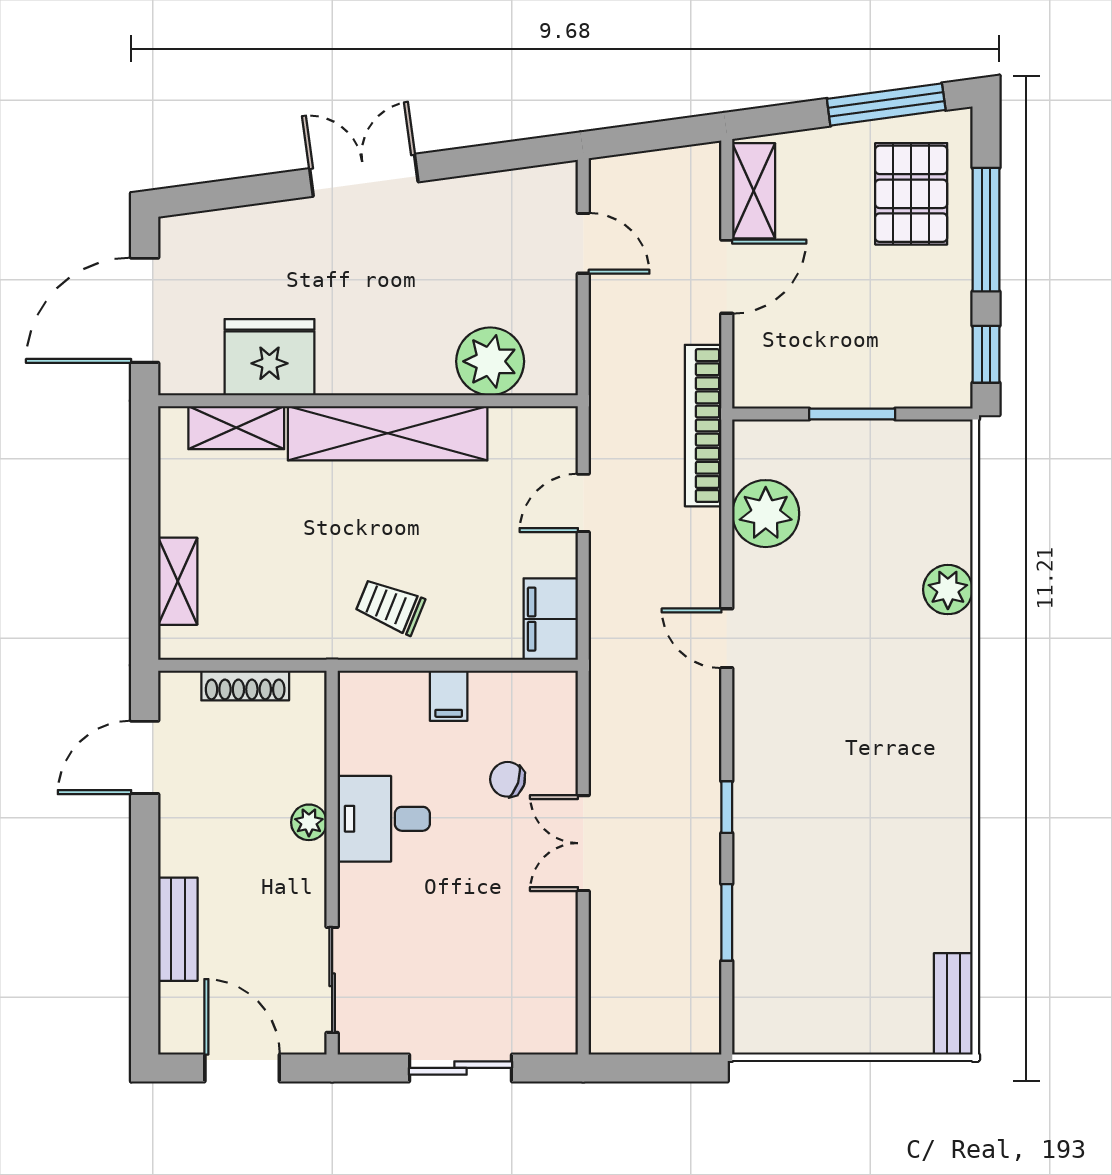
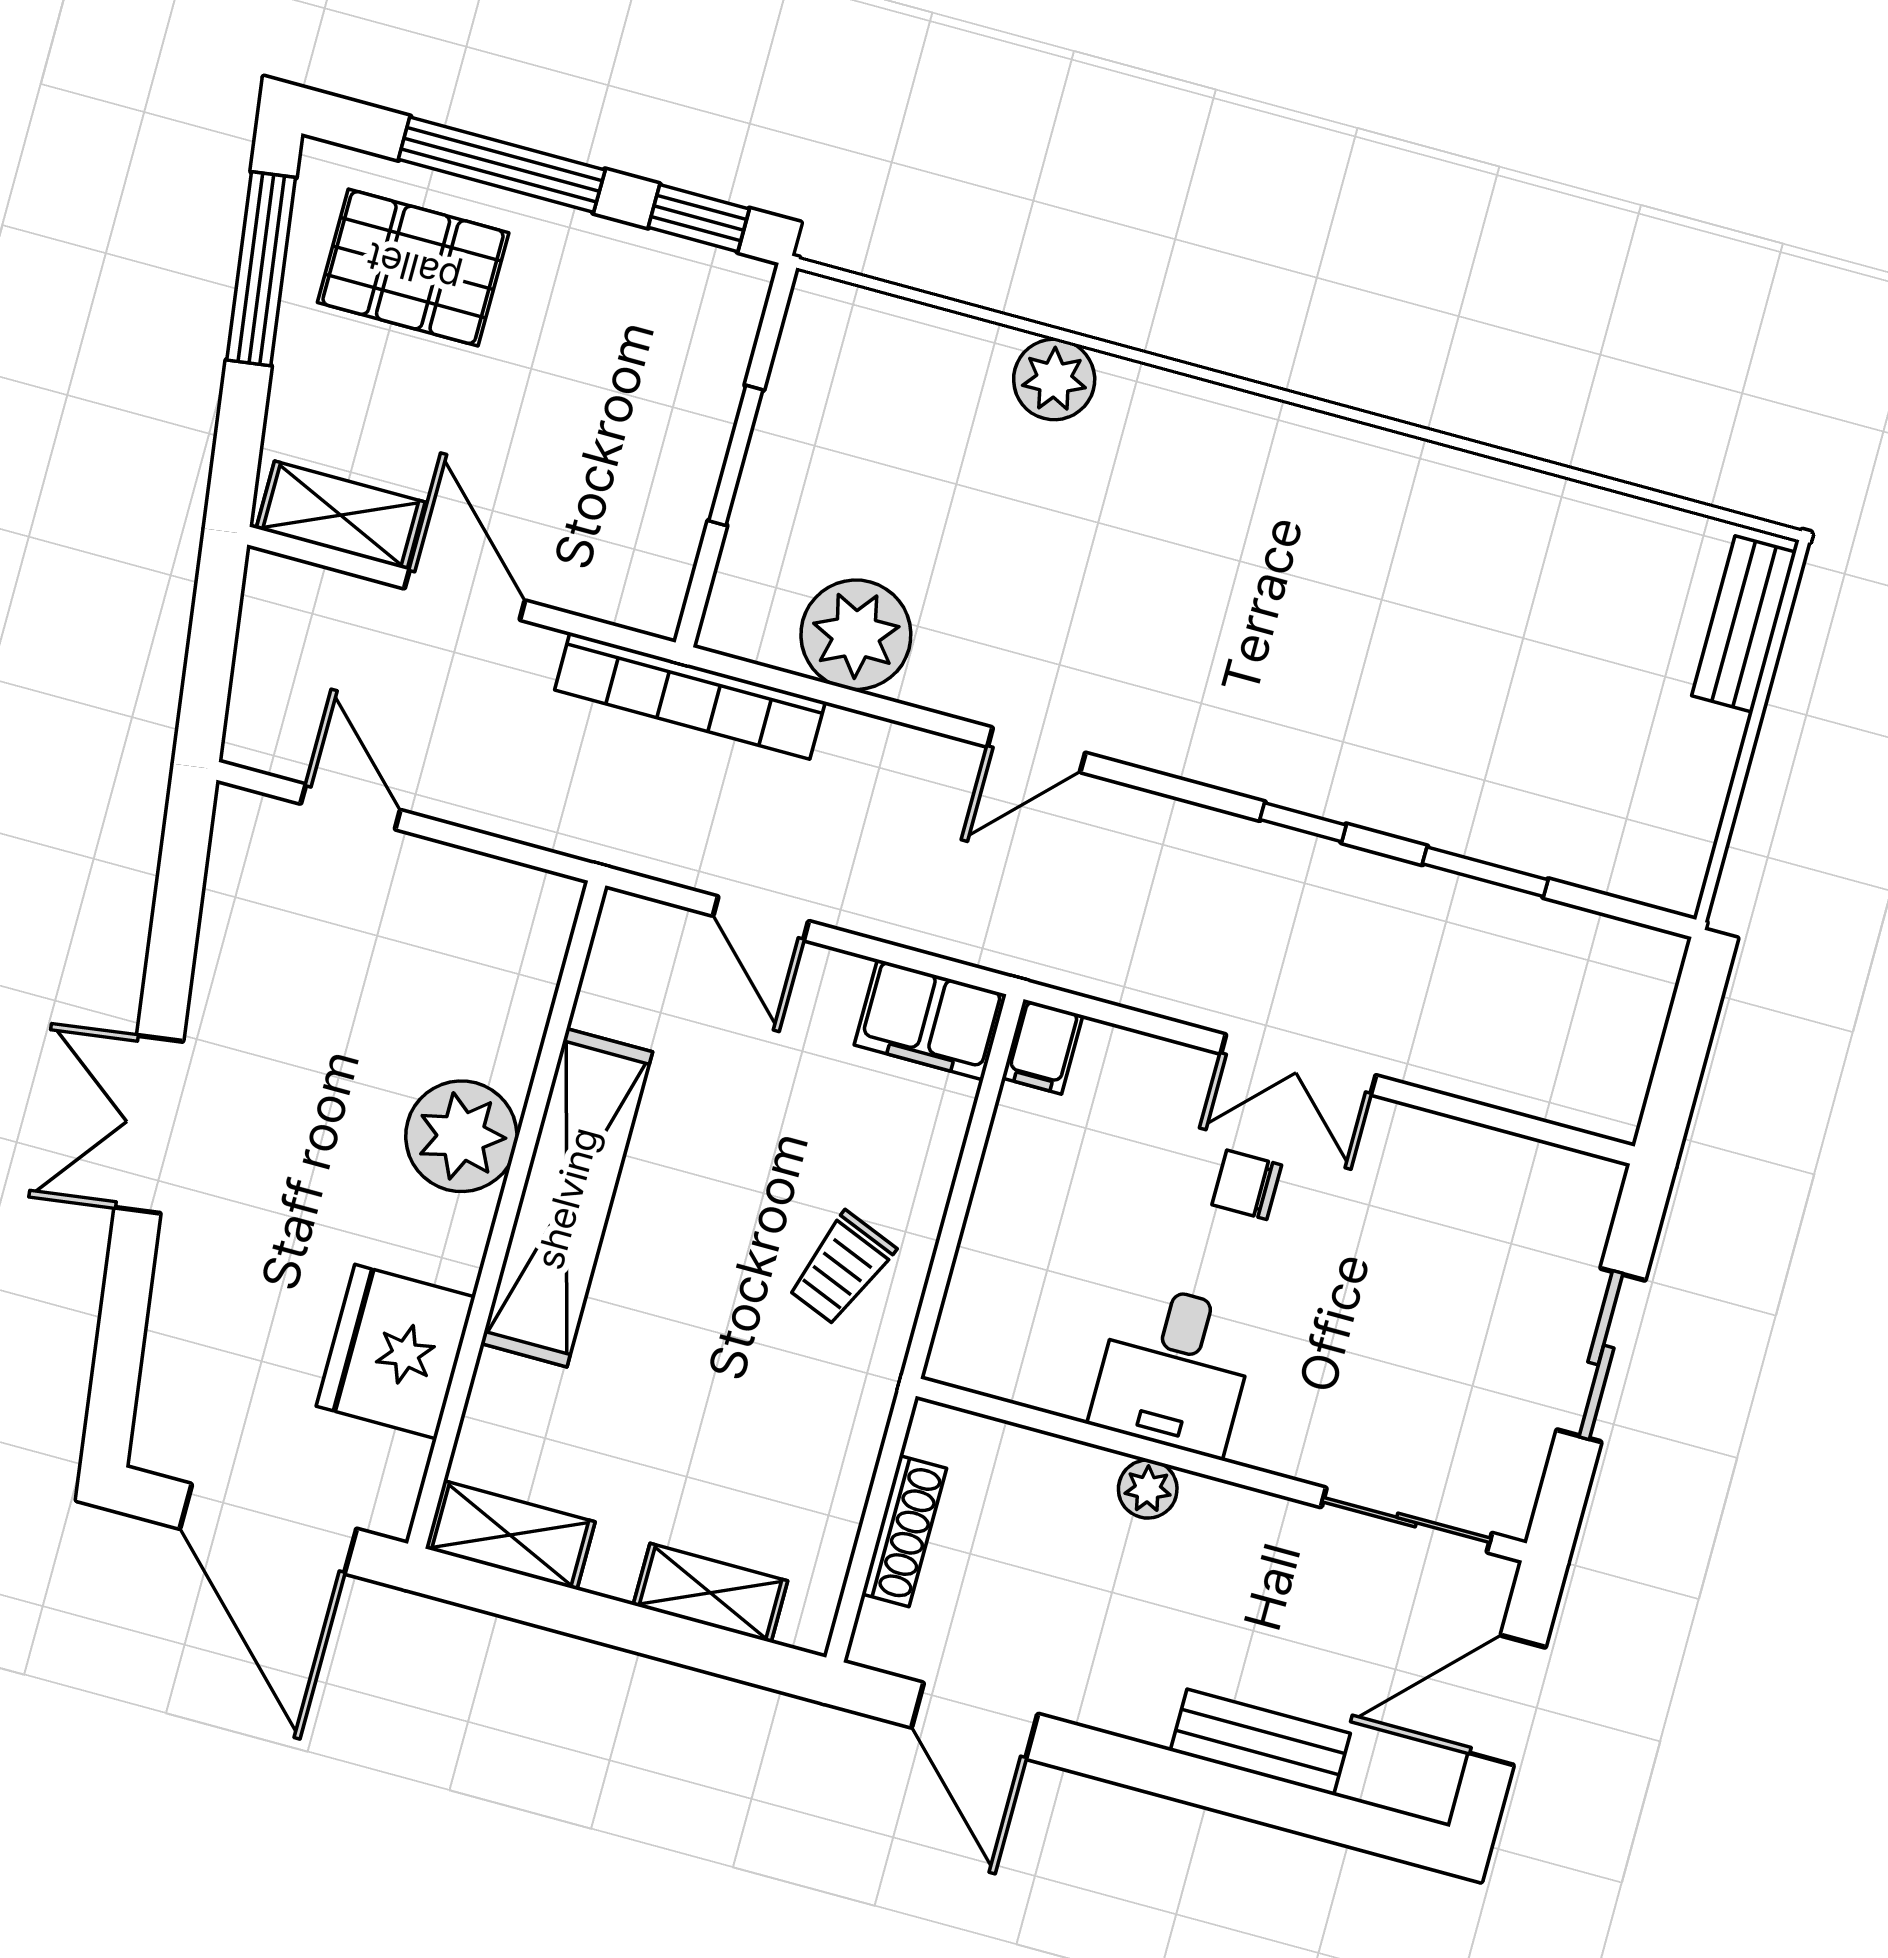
door: (583, 243) -> (351, 807), hinge flipped
plant: (490, 361) -> (461, 1136), moved
shelving: (236, 428) -> (510, 1535), moved, turned 90
filing cabinet: (449, 696) -> (1042, 1047), moved, turned 90
chair: (508, 779) -> (1247, 1185), moved, turned 72
bench: (953, 1004) -> (1744, 624), moved, turned 90

